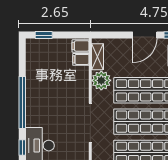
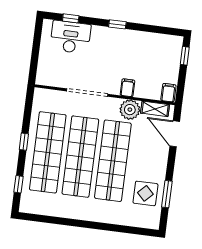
door: (145, 35) -> (175, 134), moved
filing cabinet: (81, 59) -> (127, 88), moved
window: (22, 103) -> (117, 24), width x0.32

